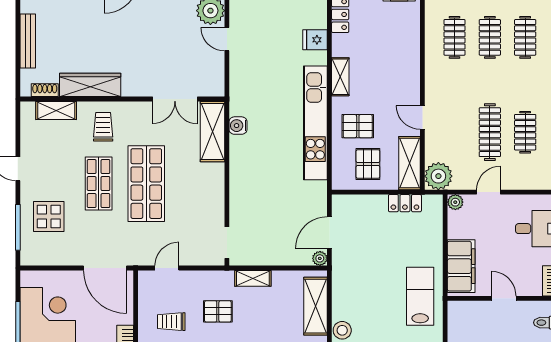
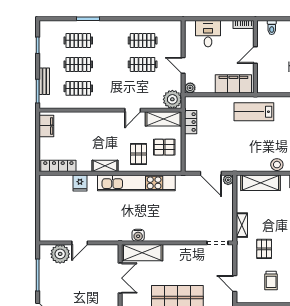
clothes rail: (490, 132) -> (143, 64), width x0.73

